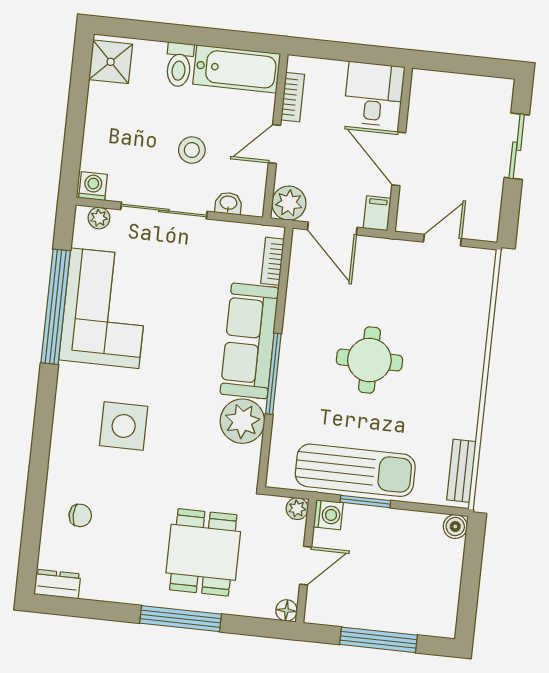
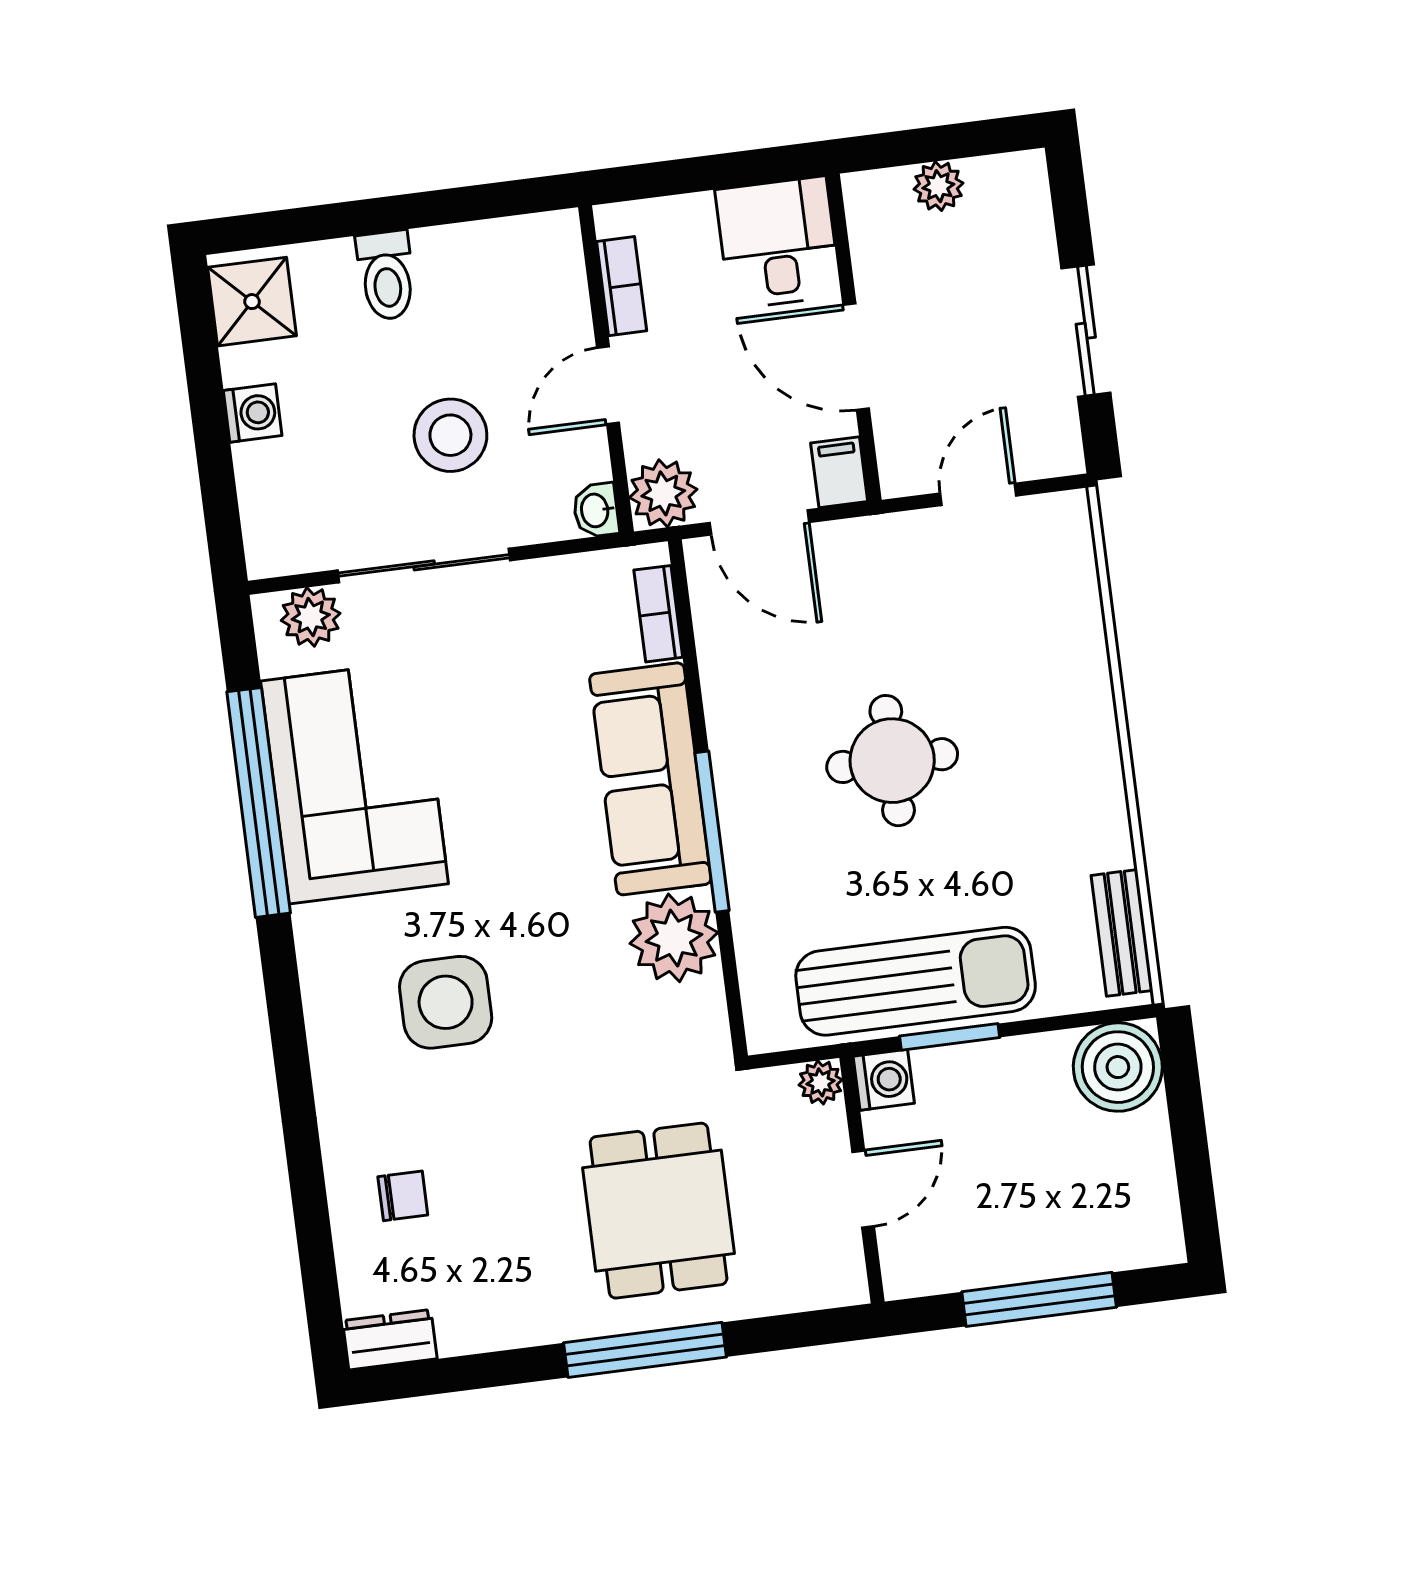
bathtub: (237, 69) -> (500, 257), removed
plant: (459, 85) -> (938, 186), added
sliding door: (517, 146) -> (1086, 331), moved
stool: (192, 150) -> (450, 435), width x1.38, depth x1.38
washing machine: (93, 186) -> (253, 413), moved, turned 90
washbasin: (228, 203) -> (596, 510), moved, turned -90
plant: (99, 218) -> (311, 617), width x1.38, depth x1.38
boiler: (455, 527) -> (1118, 1067), width x1.86, depth x1.86
floor lamp: (286, 610) -> (847, 1285), removed

